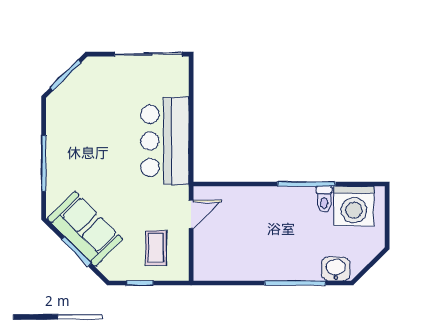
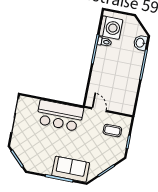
sofa: (85, 229) -> (71, 169), moved, turned 45

